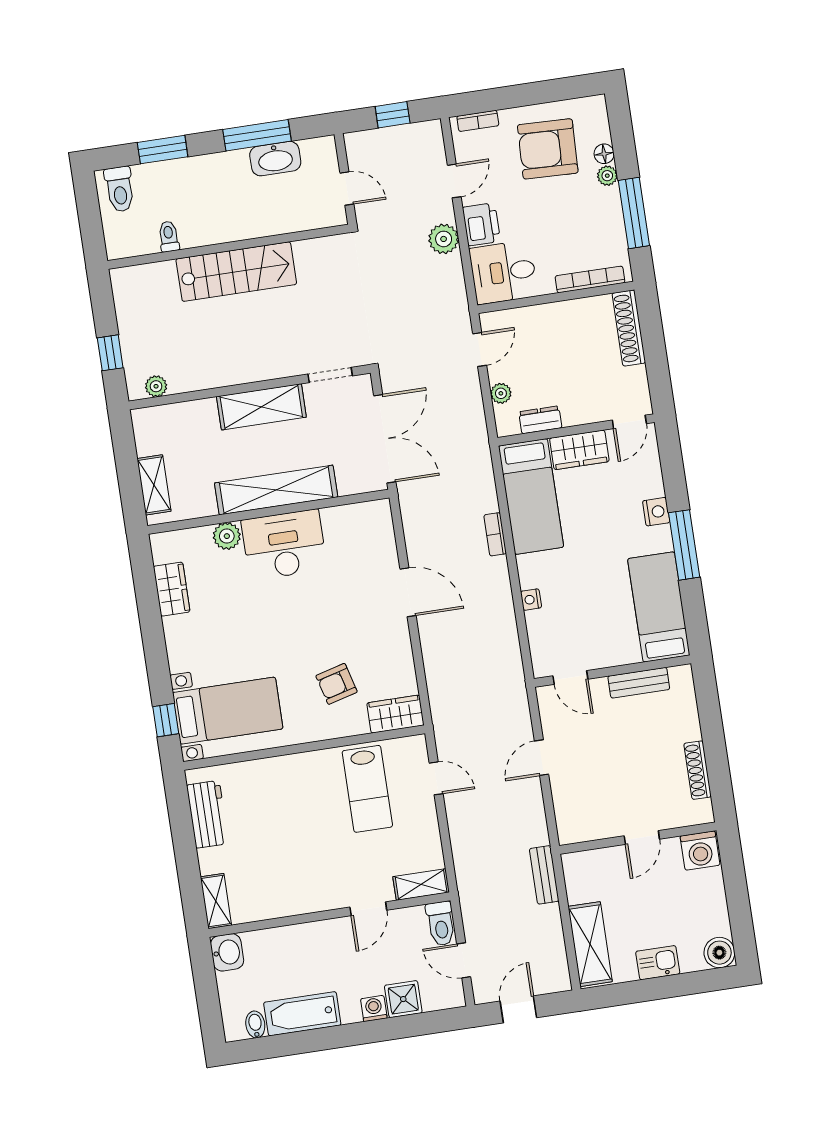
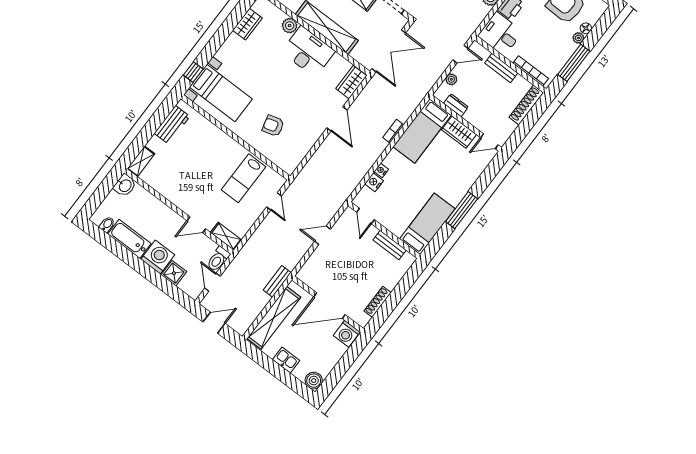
bench: (549, 314) -> (501, 68), added
nightstand: (656, 512) -> (374, 182), moved, turned 180
wardrobe: (395, 714) -> (351, 82), moved, turned -90
door: (642, 838) -> (330, 306), width x1.88
shelving: (590, 944) -> (274, 318), width x1.47
washing machine: (374, 1008) -> (158, 257), width x1.89, depth x1.89

